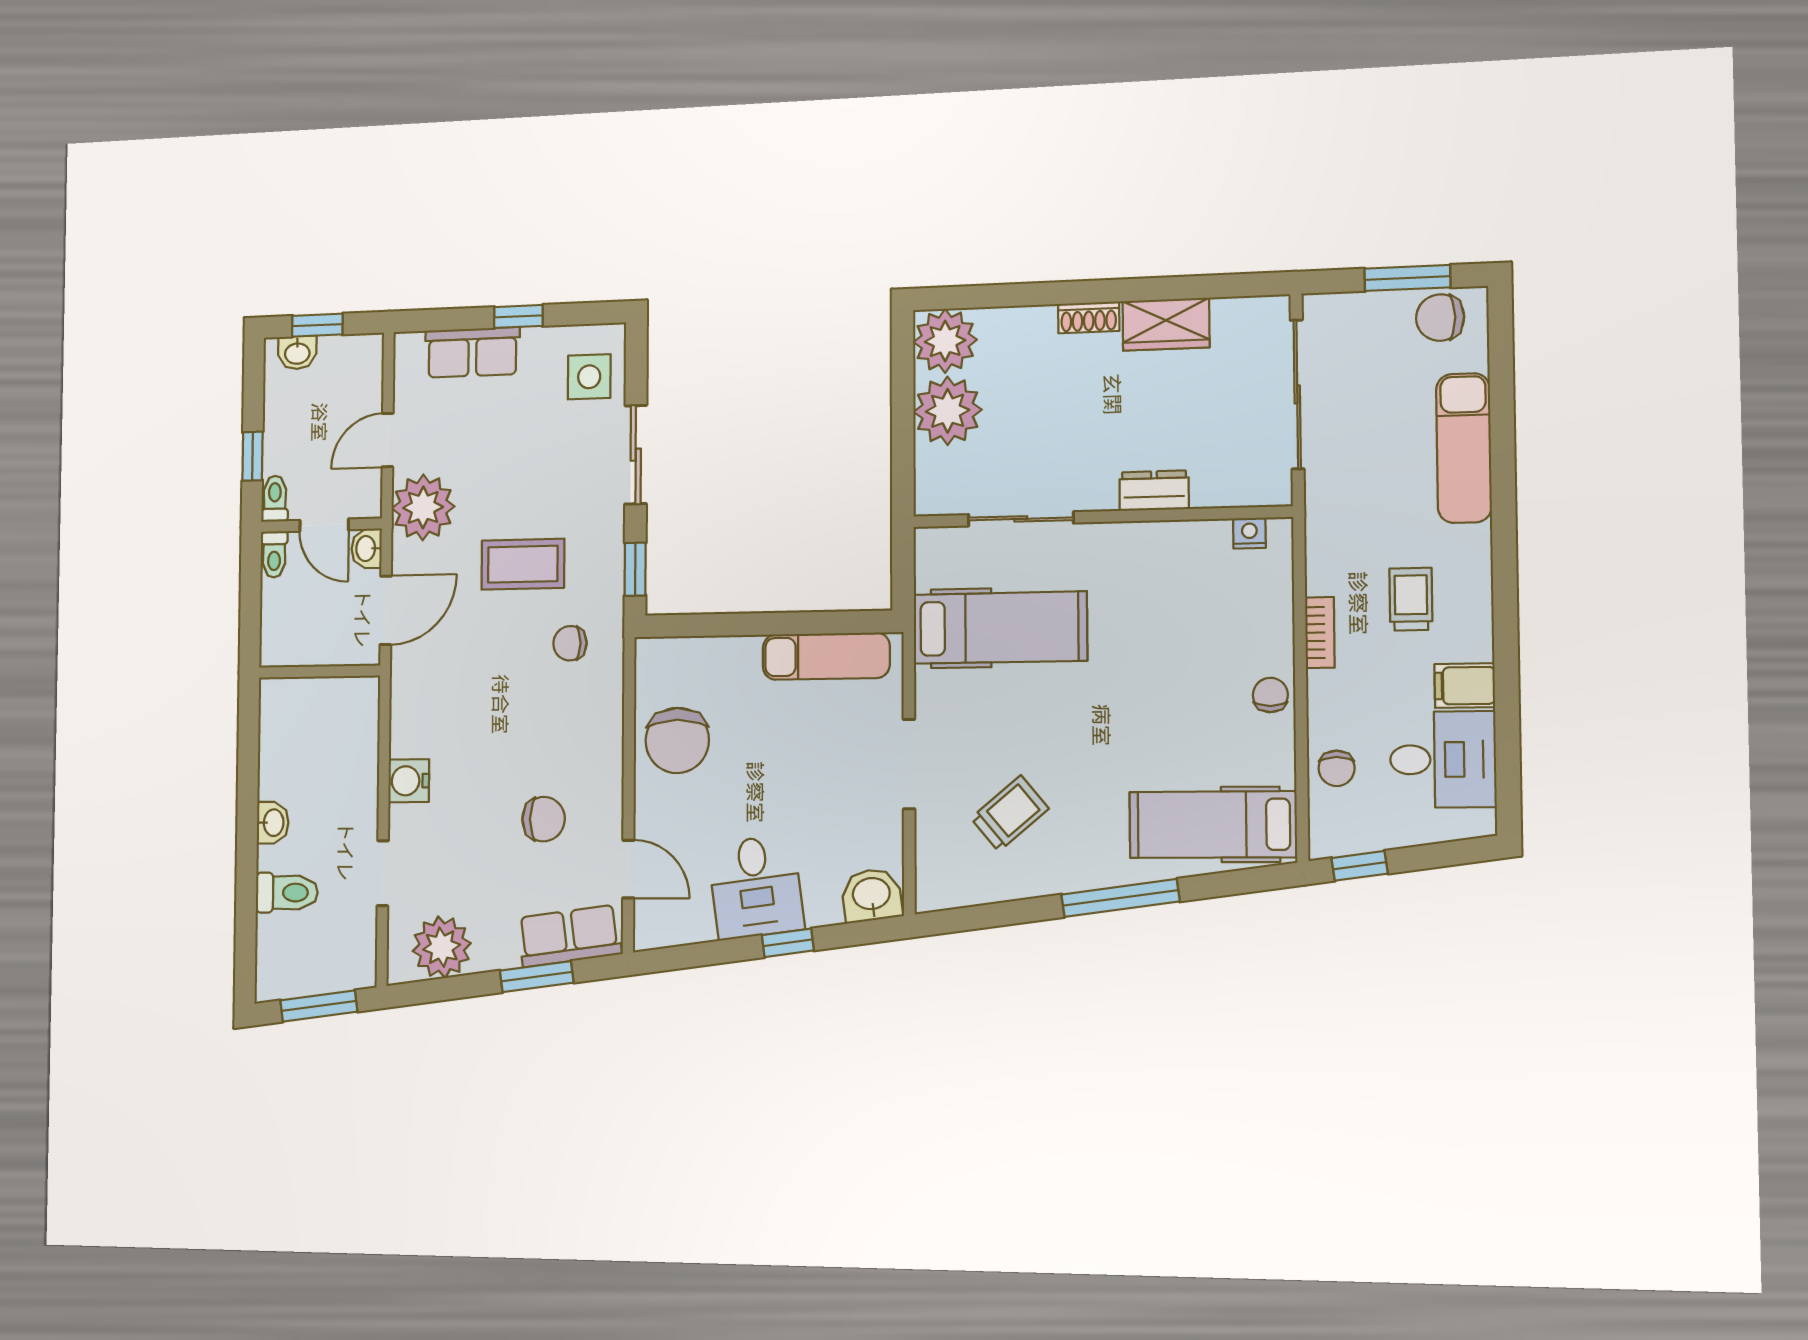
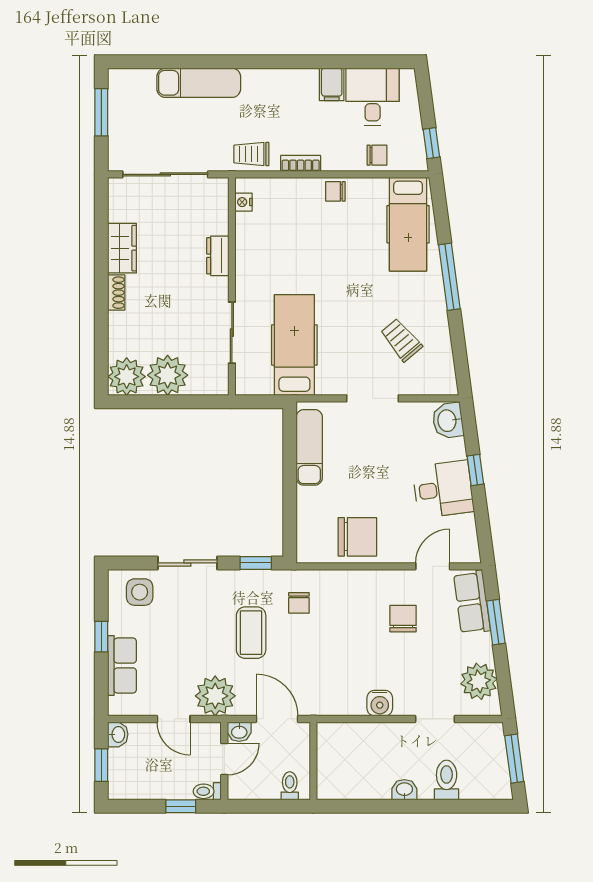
chair: (1440, 318) -> (125, 95), removed
washbasin: (297, 353) -> (118, 734), moved
toilet: (274, 554) -> (290, 786), moved, turned -90
trolley: (1411, 599) -> (251, 154), moved

